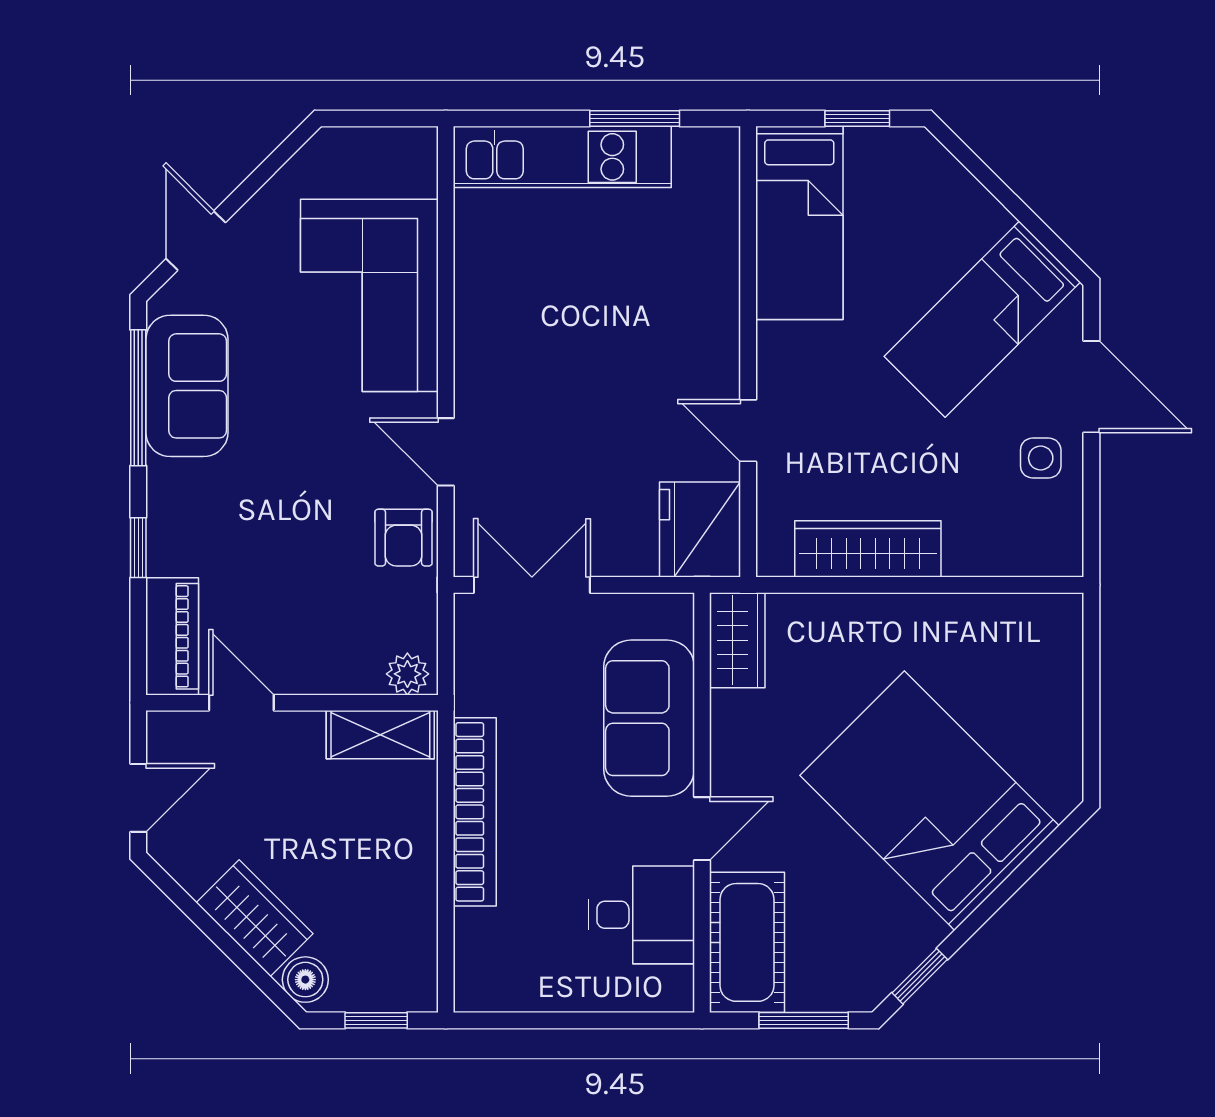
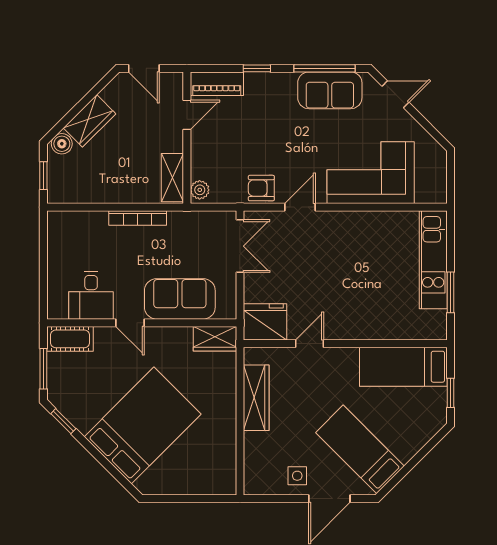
bookcase: (475, 812) -> (138, 218), width x0.68, depth x0.76
cot: (747, 942) -> (70, 339), width x0.73, depth x0.75

